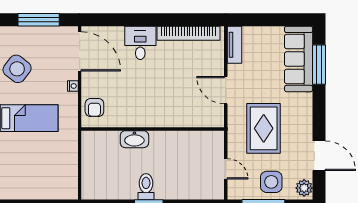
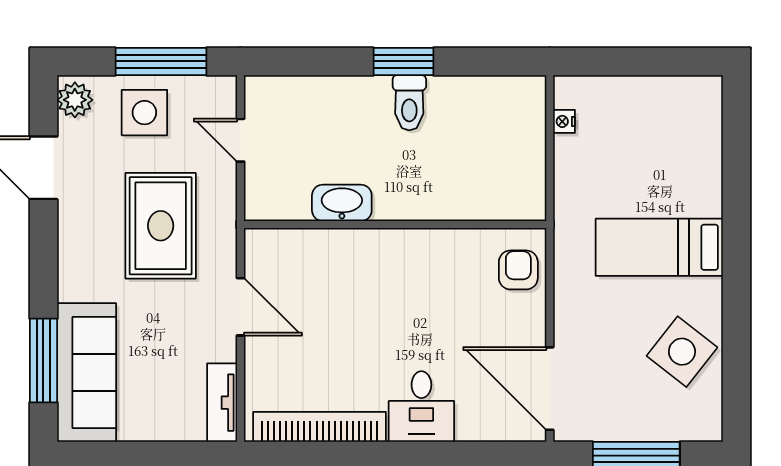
nightstand: (73, 86) -> (564, 121), moved
washbasin: (134, 139) -> (342, 203), moved

